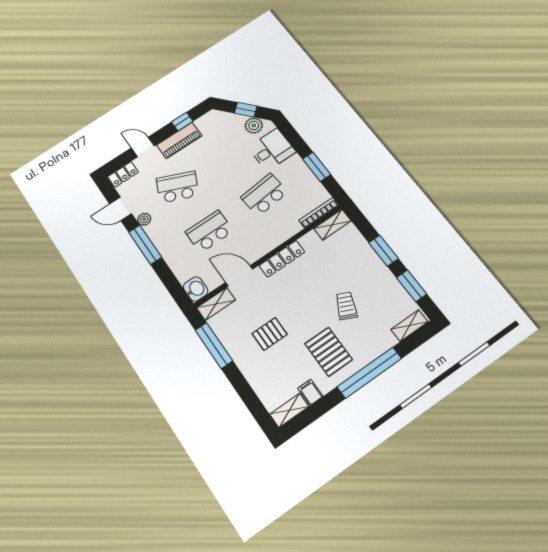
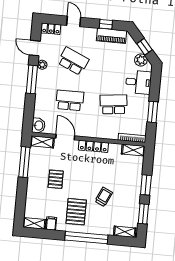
piano: (179, 140) -> (112, 36), moved
pallet: (270, 334) -> (56, 179), turned 90

